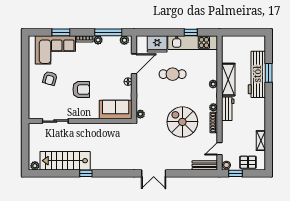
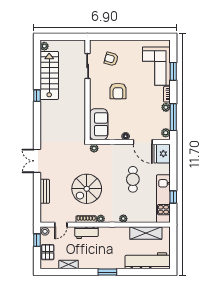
fridge: (157, 44) -> (162, 154), moved
window: (269, 73) -> (107, 272), moved
workbench: (257, 74) -> (148, 261), moved
armchair: (50, 78) -> (111, 59), moved
shelving: (228, 80) -> (146, 233), moved
workbench: (228, 109) -> (86, 233), moved
spiral stairs: (182, 122) -> (87, 189), turned 180
door: (219, 149) -> (61, 225), swing flipped
bench: (205, 165) -> (45, 191), moved

